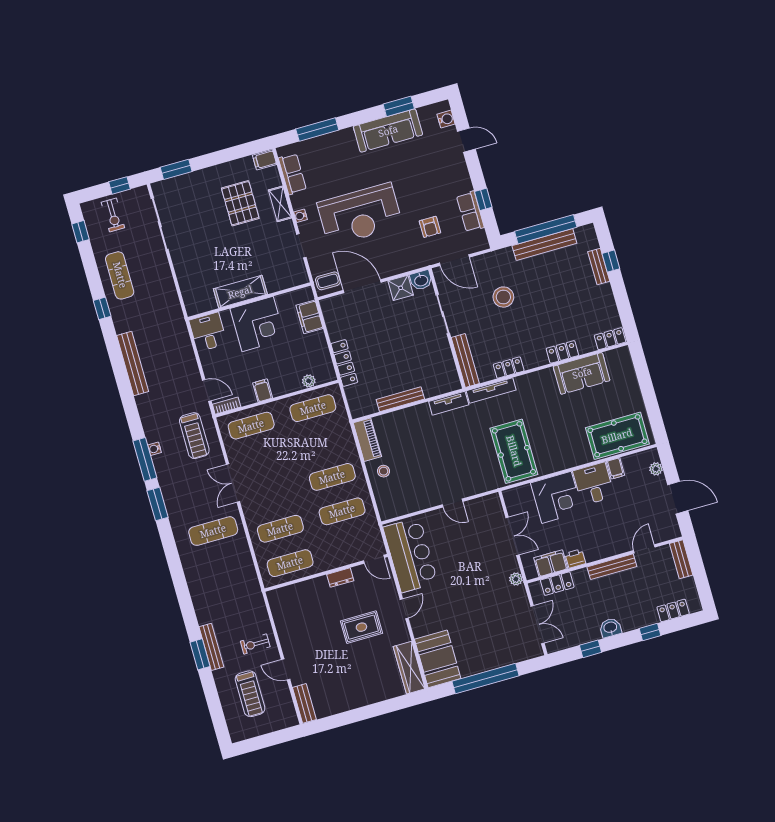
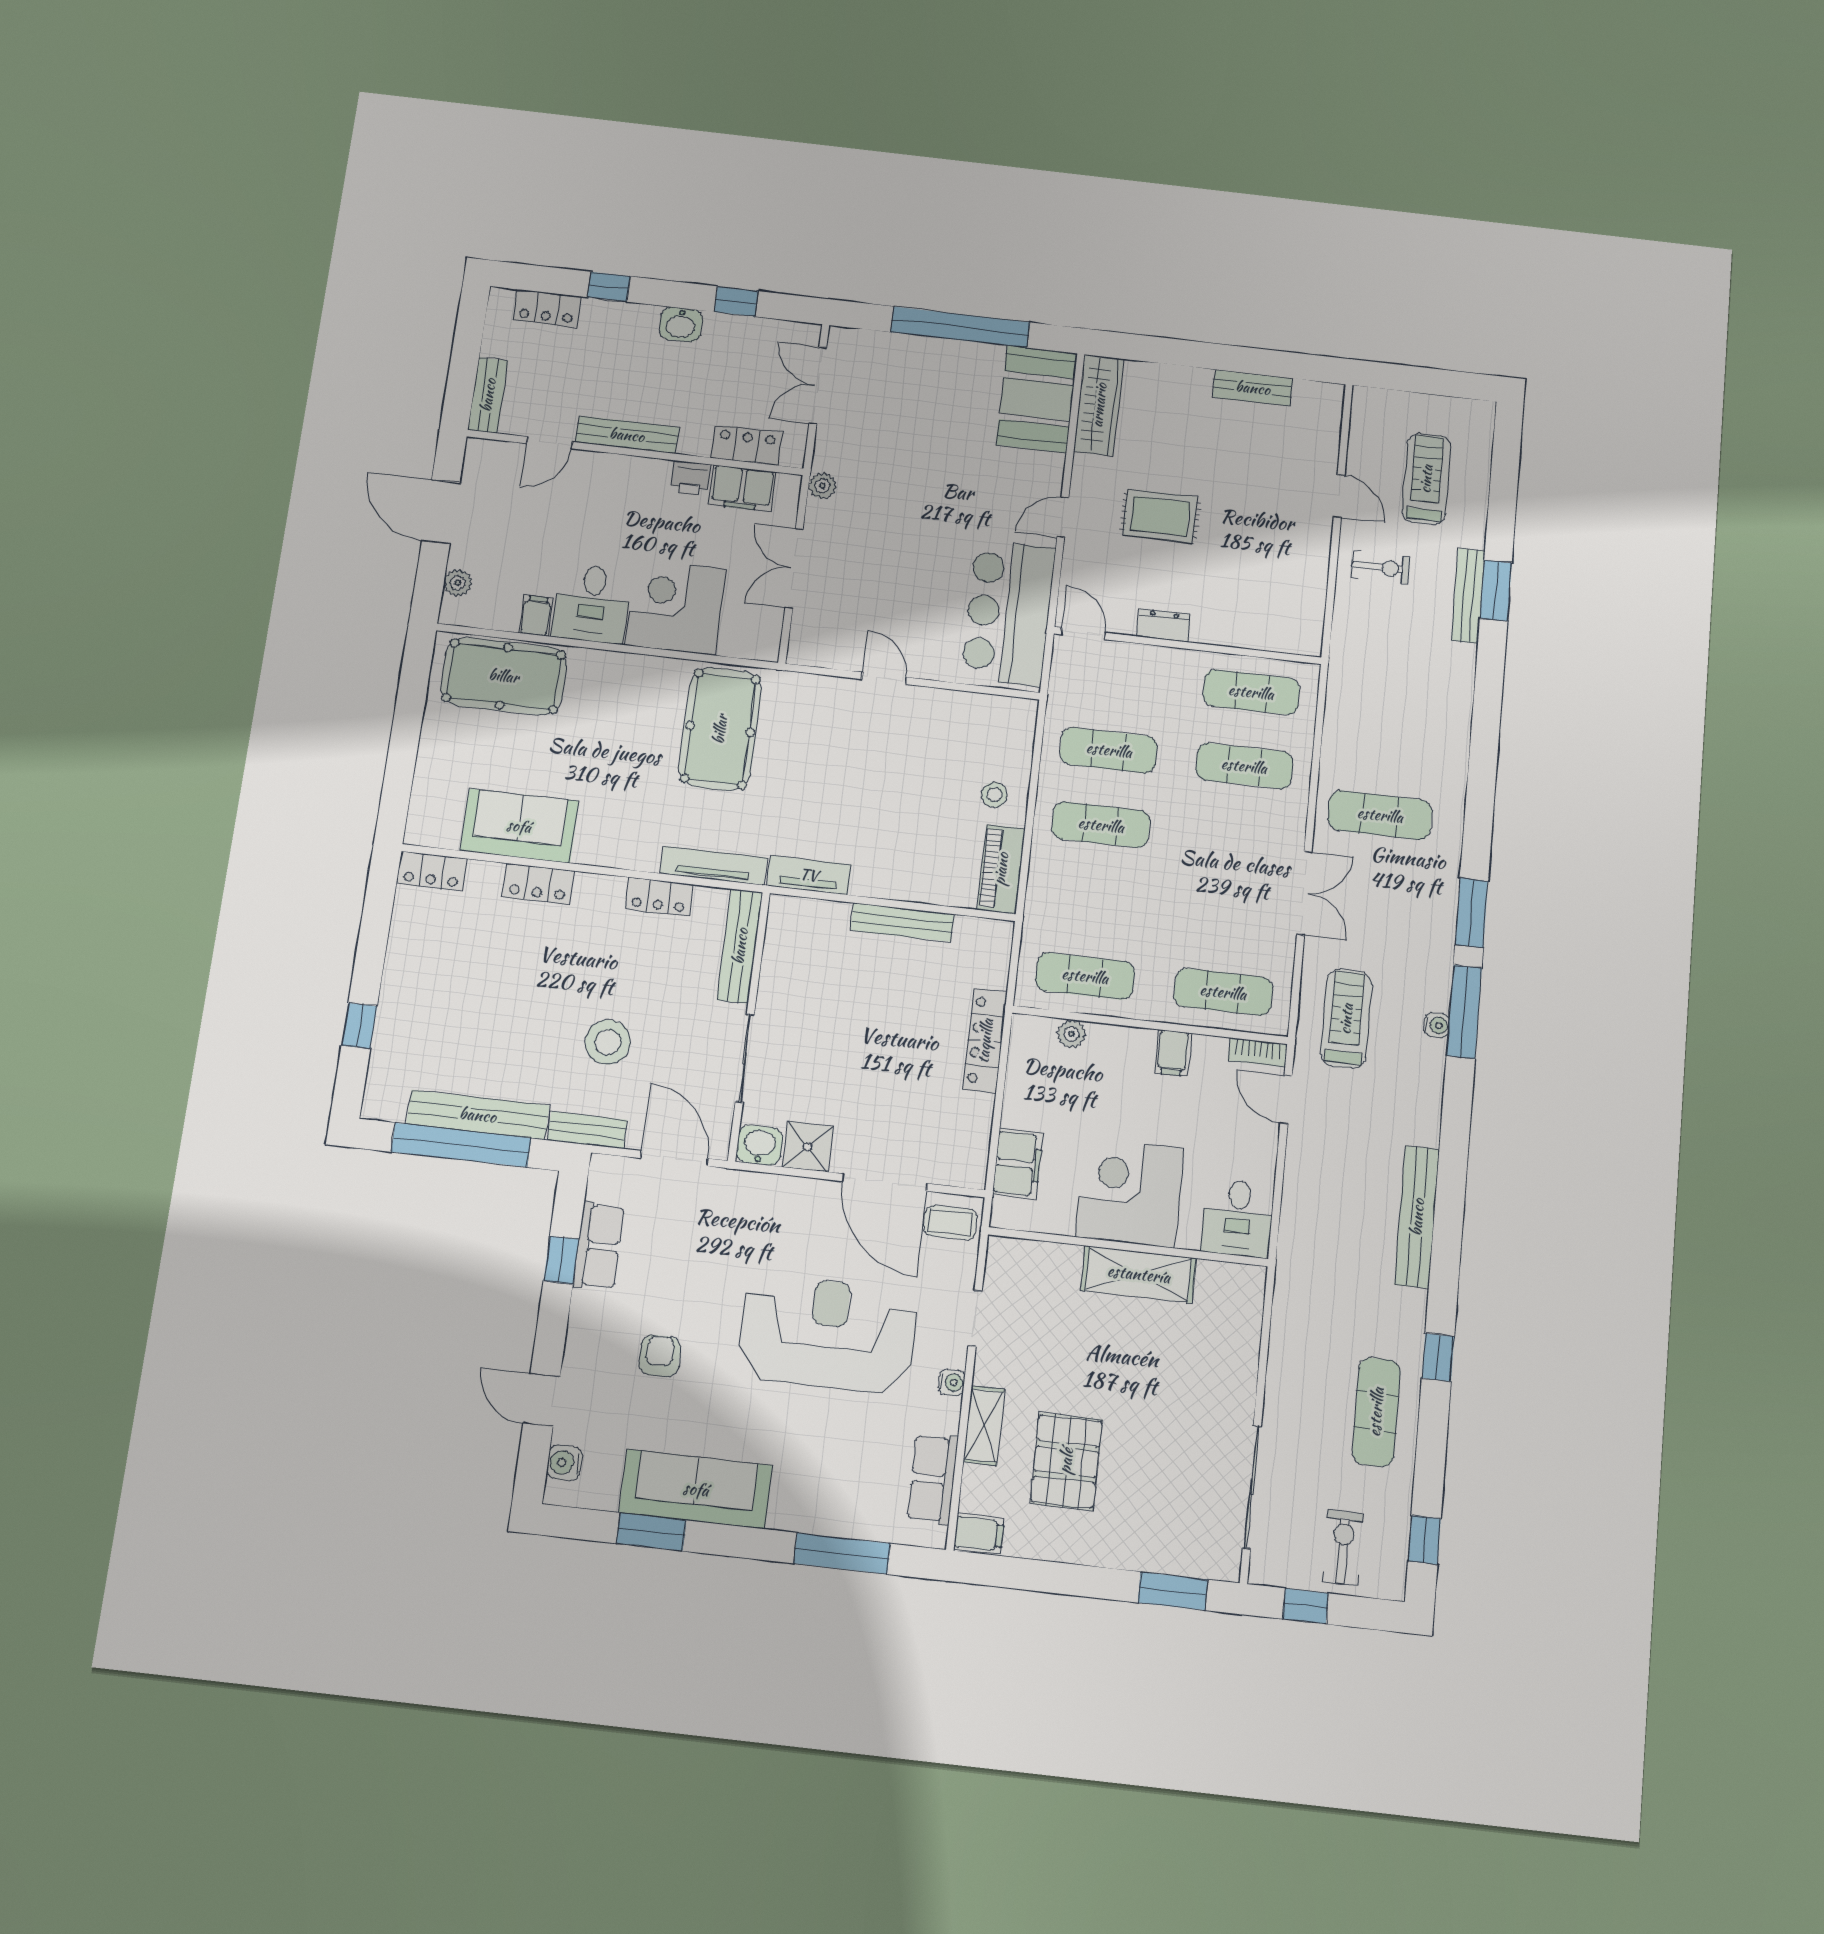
armchair: (430, 227) -> (660, 1356), moved
bench: (599, 266) -> (587, 1130), moved, turned 90
bench: (304, 703) -> (1253, 388), moved, turned 90

